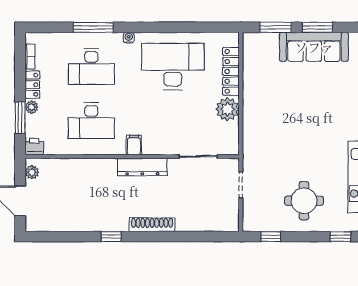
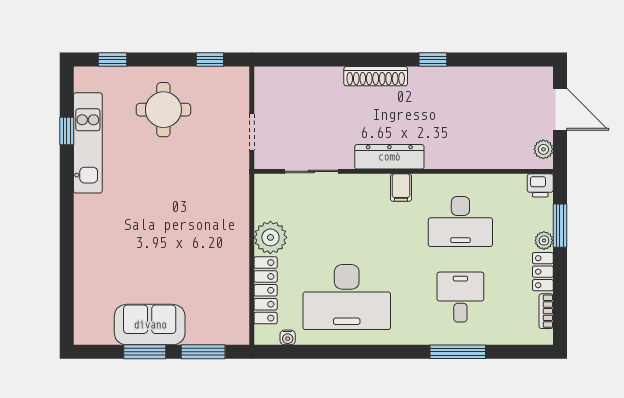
water cooler: (129, 38) -> (288, 337), moved
sofa: (314, 47) -> (150, 325), width x0.73
desk: (91, 67) -> (460, 297), width x0.73
desk: (91, 121) -> (460, 222), turned 180

